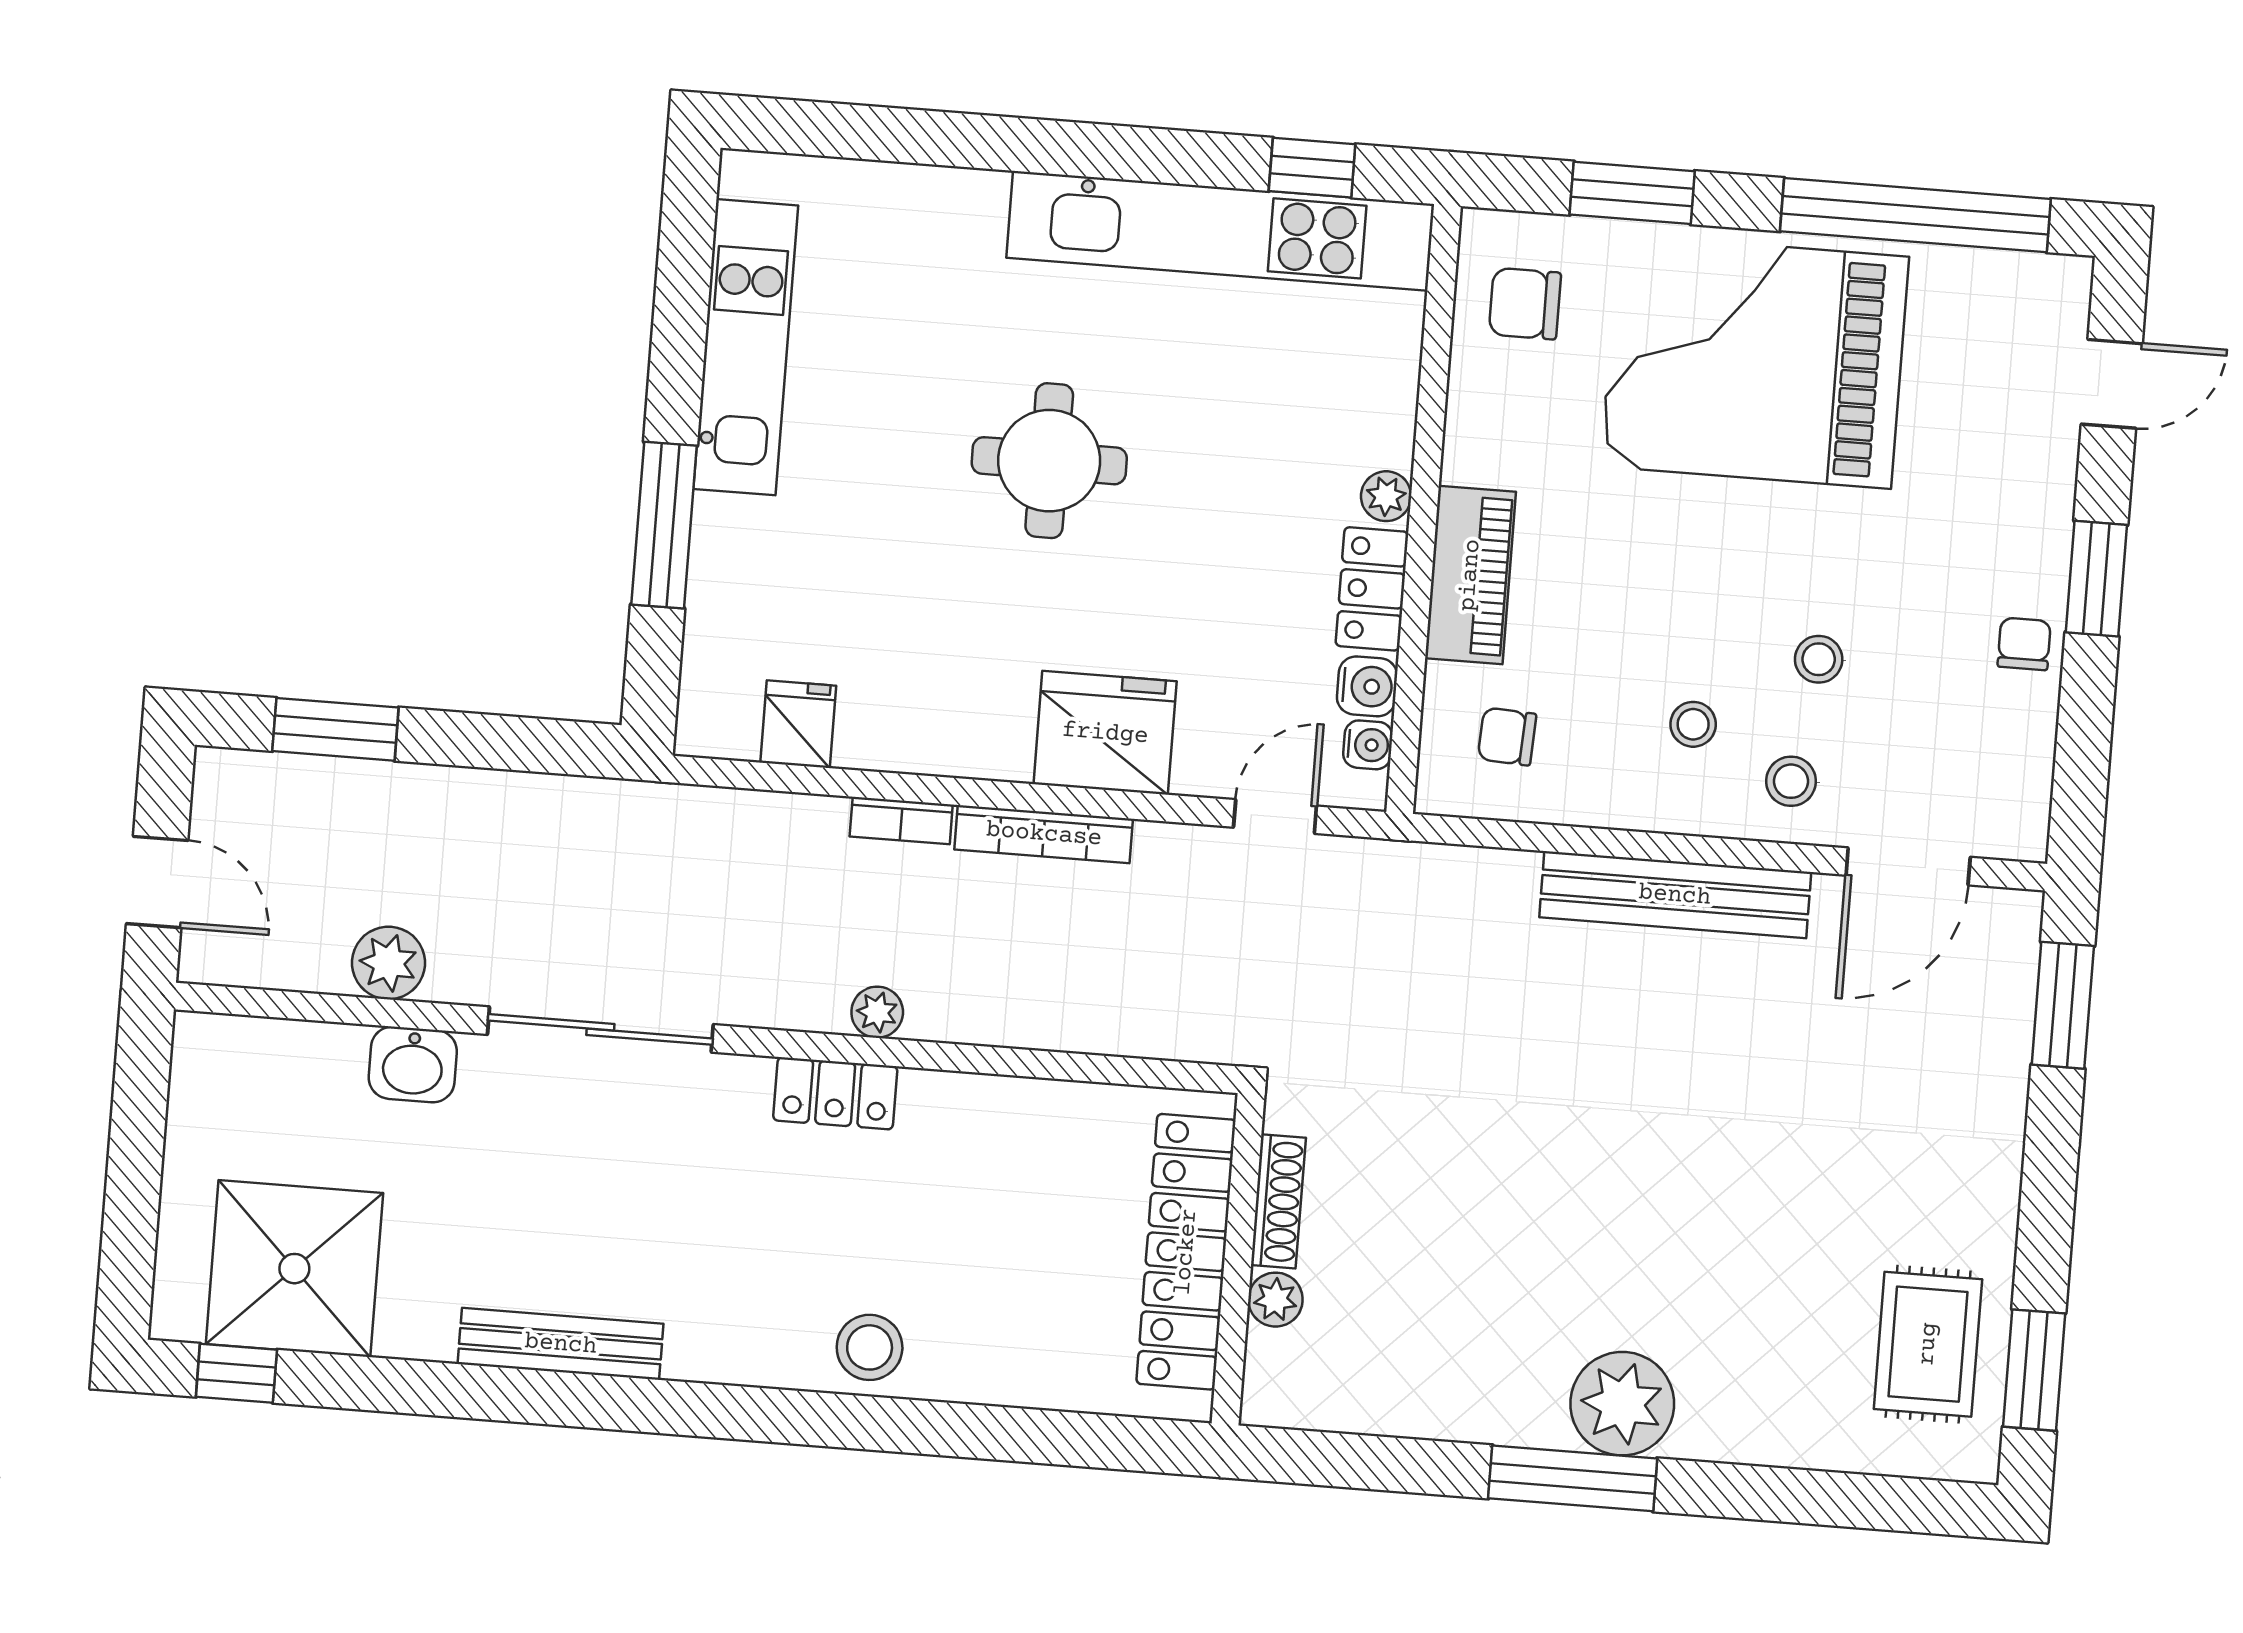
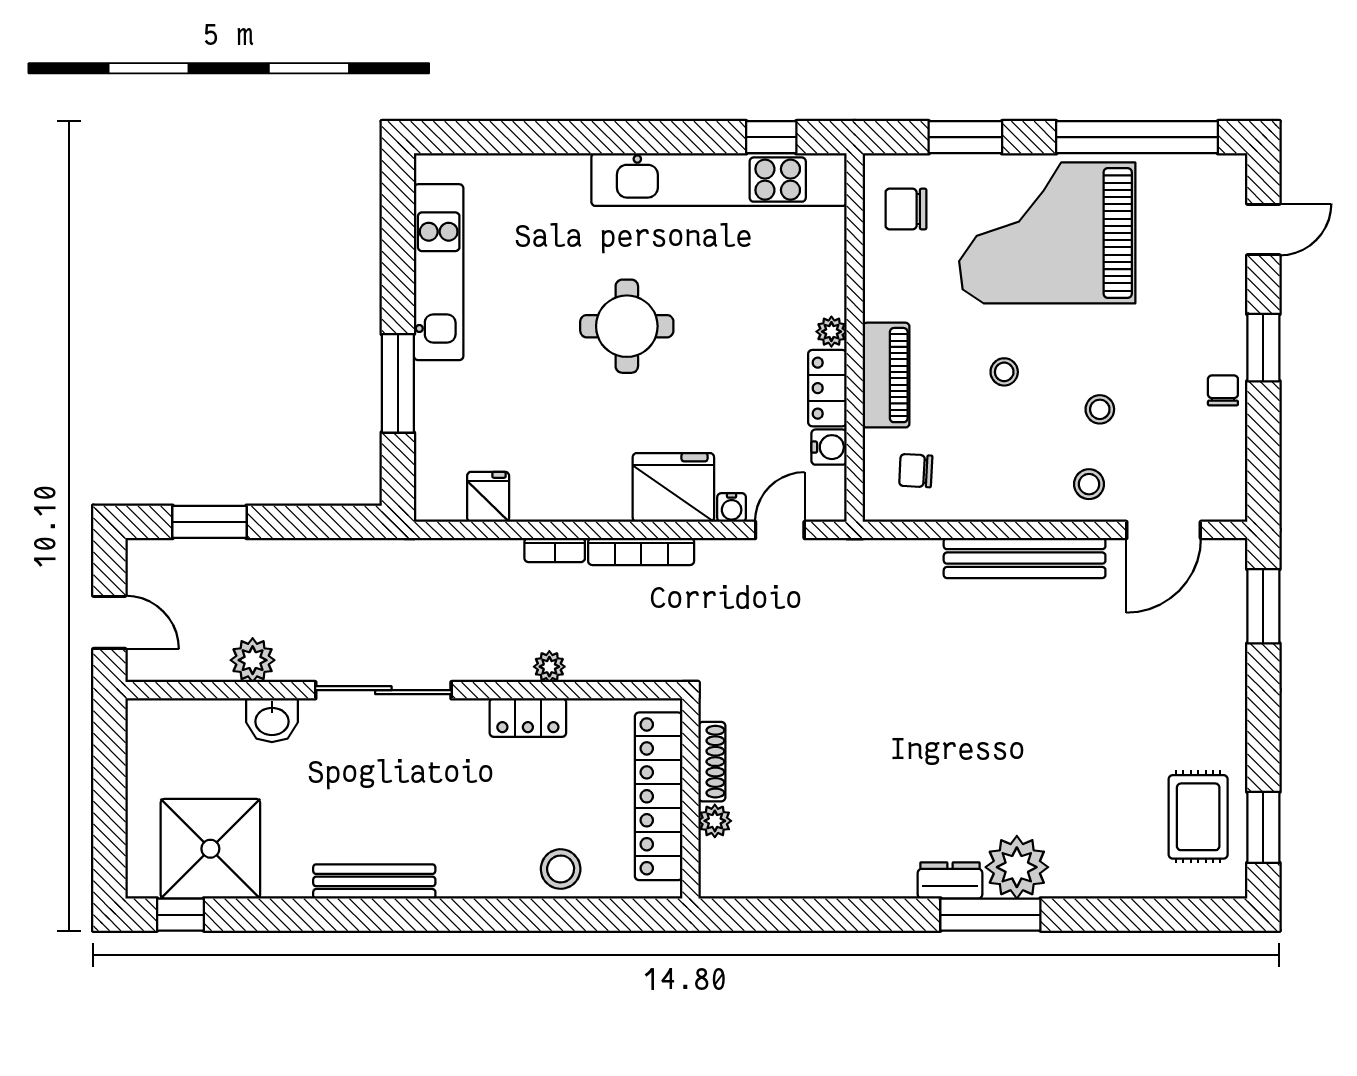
stool: (1693, 724) -> (1004, 372), moved
water cooler: (1368, 745) -> (732, 508), moved, turned 90
shoe rack: (1278, 1201) -> (712, 762), moved
locker: (1186, 1252) -> (659, 796), moved
wall: (1238, 1259) -> (690, 798), moved
plant: (1275, 1300) -> (715, 821), moved
dresser: (1510, 1417) -> (950, 880), added

